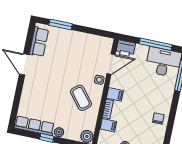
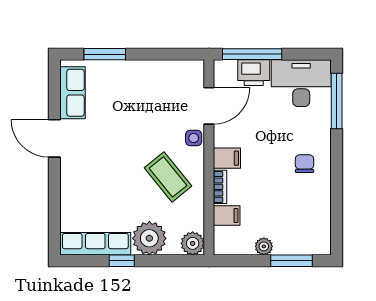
window: (156, 44) -> (252, 54), moved
printer: (126, 48) -> (254, 73), moved
chair: (158, 119) -> (305, 164), moved
plant: (59, 132) -> (149, 238), width x1.87, depth x1.87

